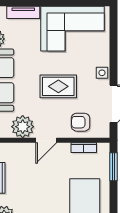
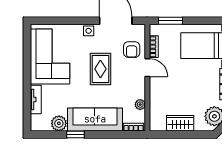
plant: (23, 127) -> (140, 105), width x0.53, depth x0.53
door: (46, 140) -> (147, 68), moved

